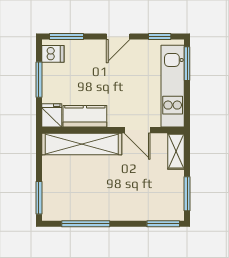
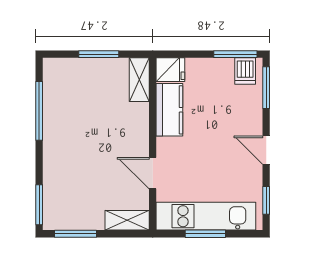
window: (187, 64) -> (205, 234), moved
window: (39, 80) -> (235, 54), moved
door: (137, 130) -> (153, 173), hinge flipped
shelving: (82, 144) -> (139, 80), width x0.45, depth x0.75
window: (39, 198) -> (99, 54), moved

